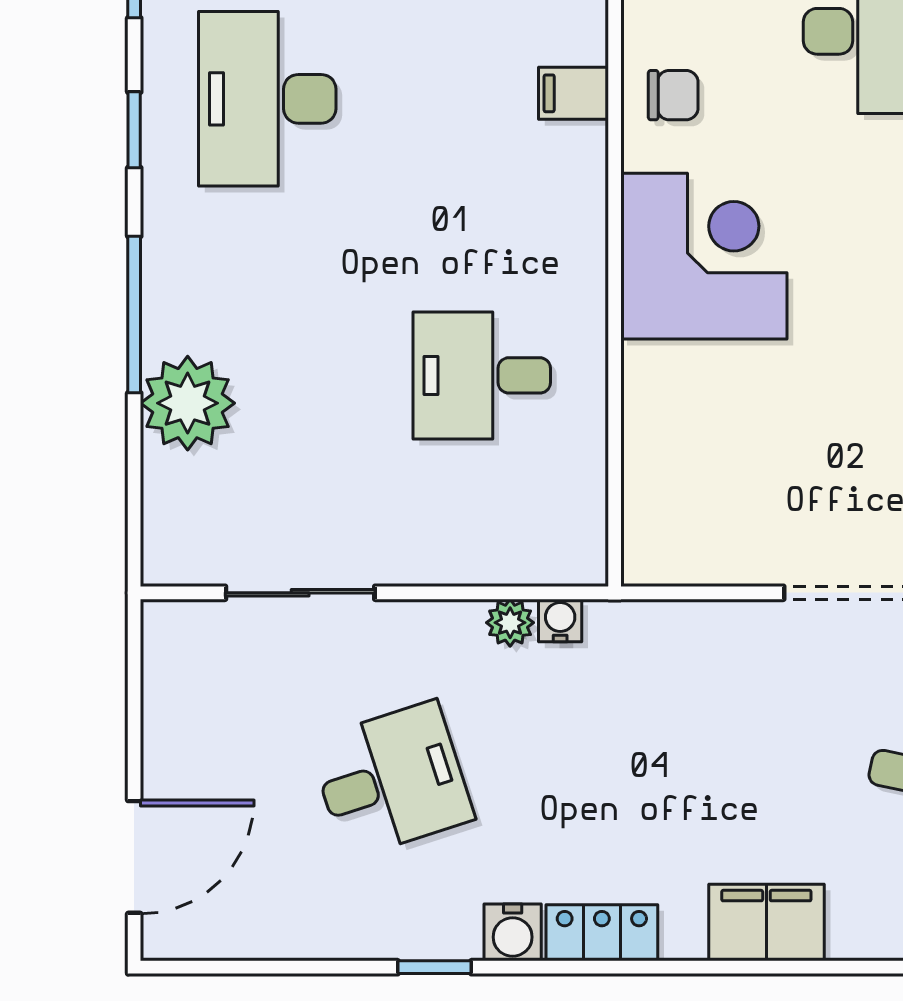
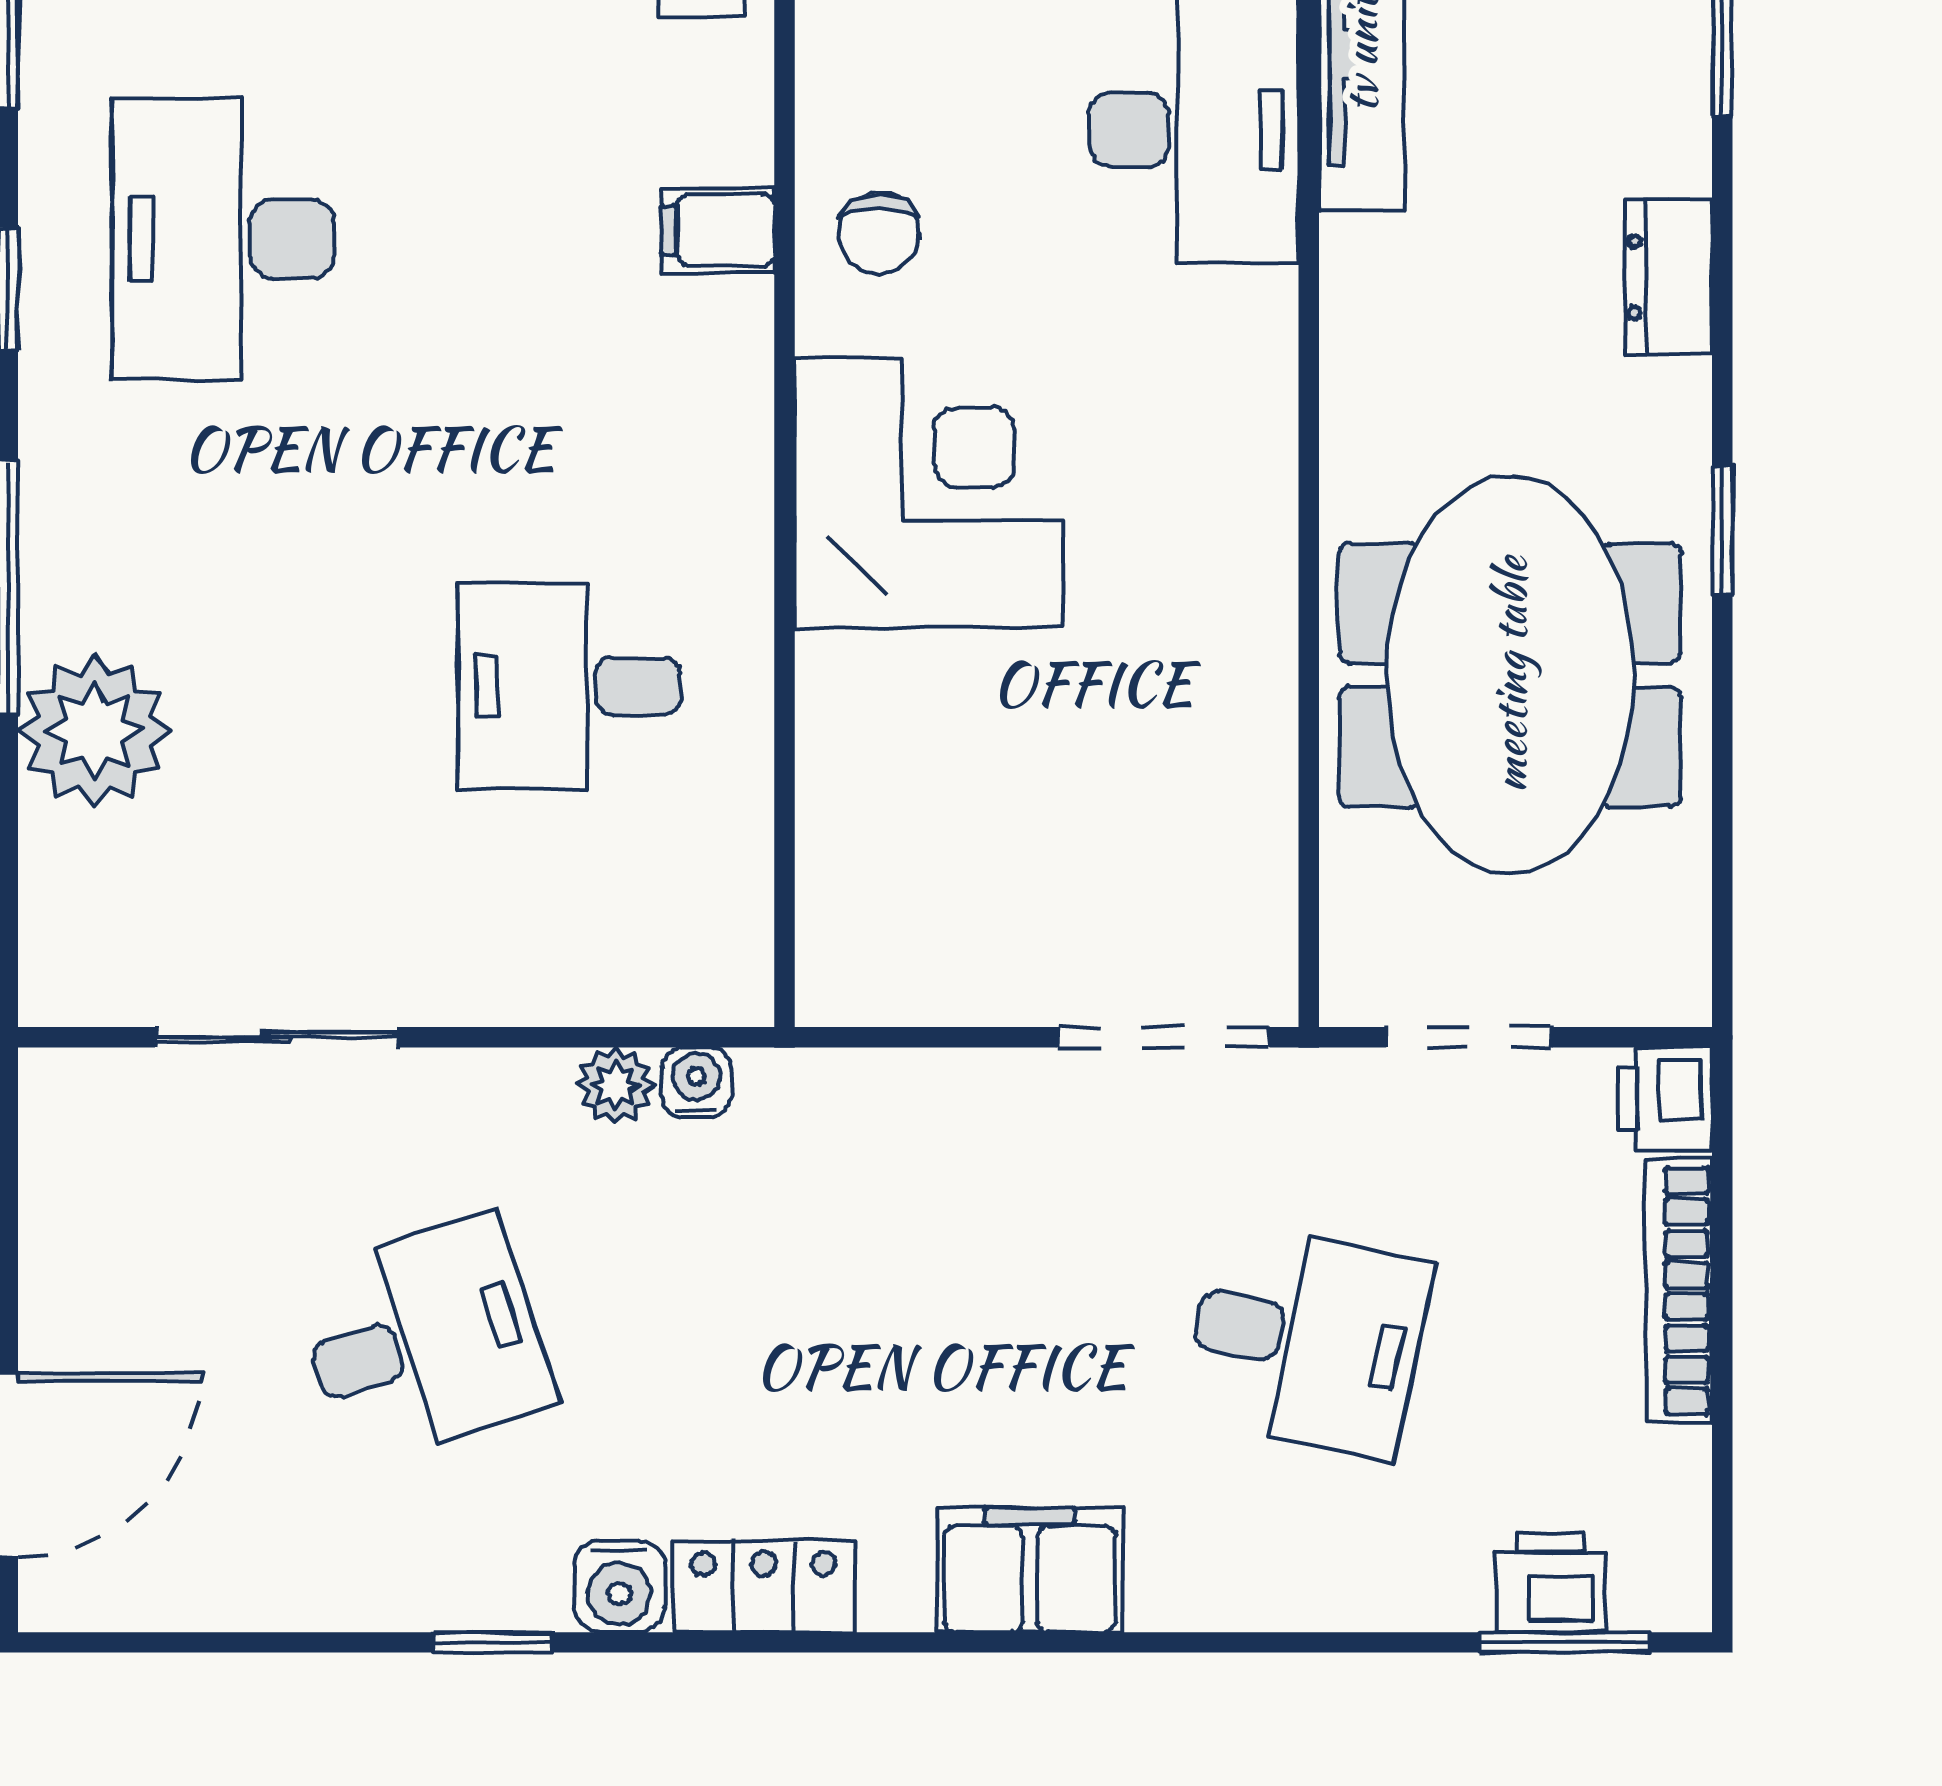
chair: (673, 95) -> (879, 233), turned 90

